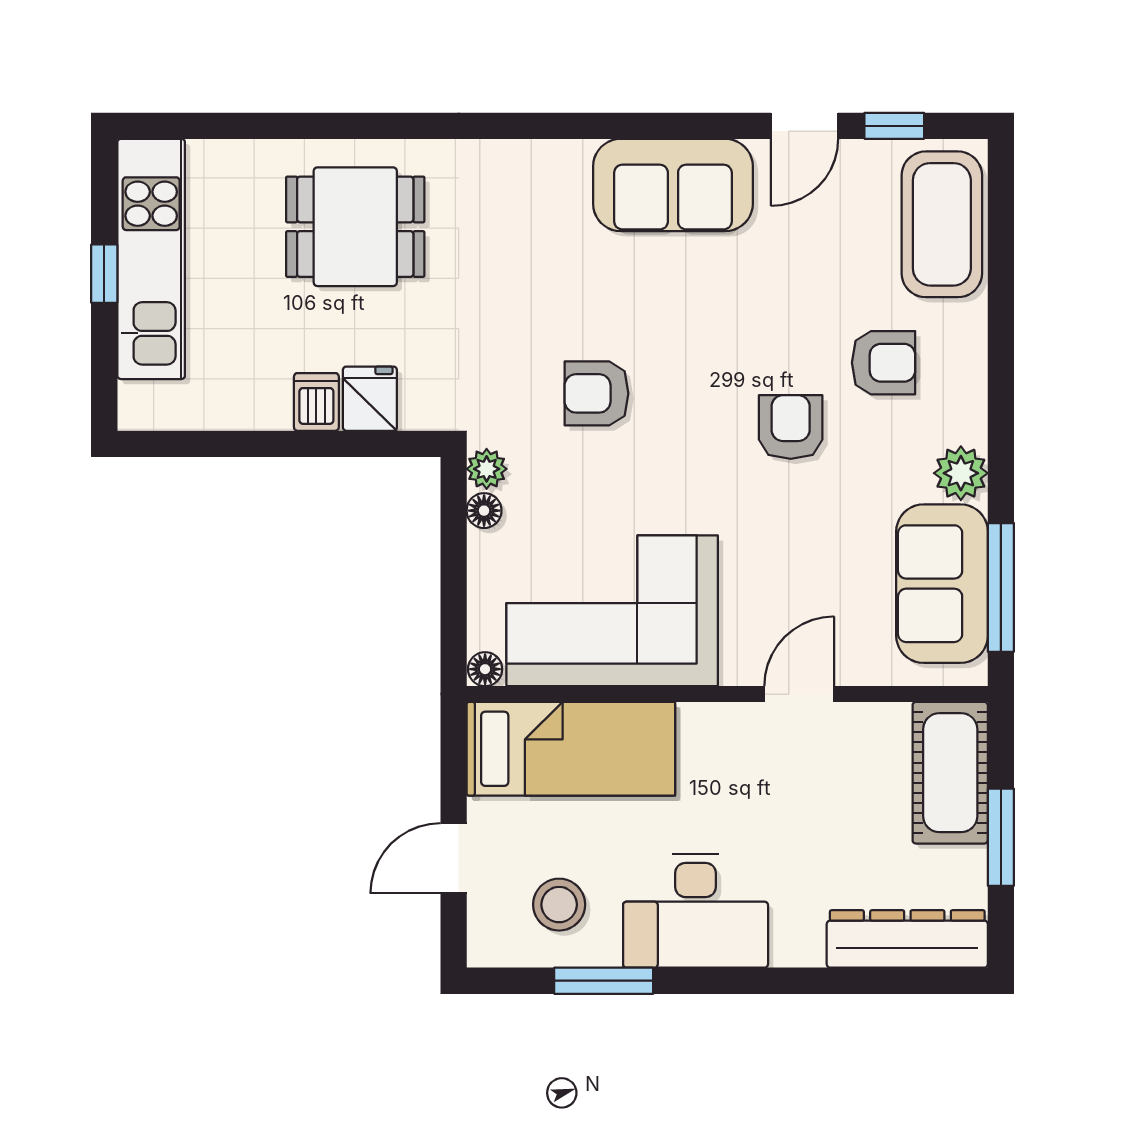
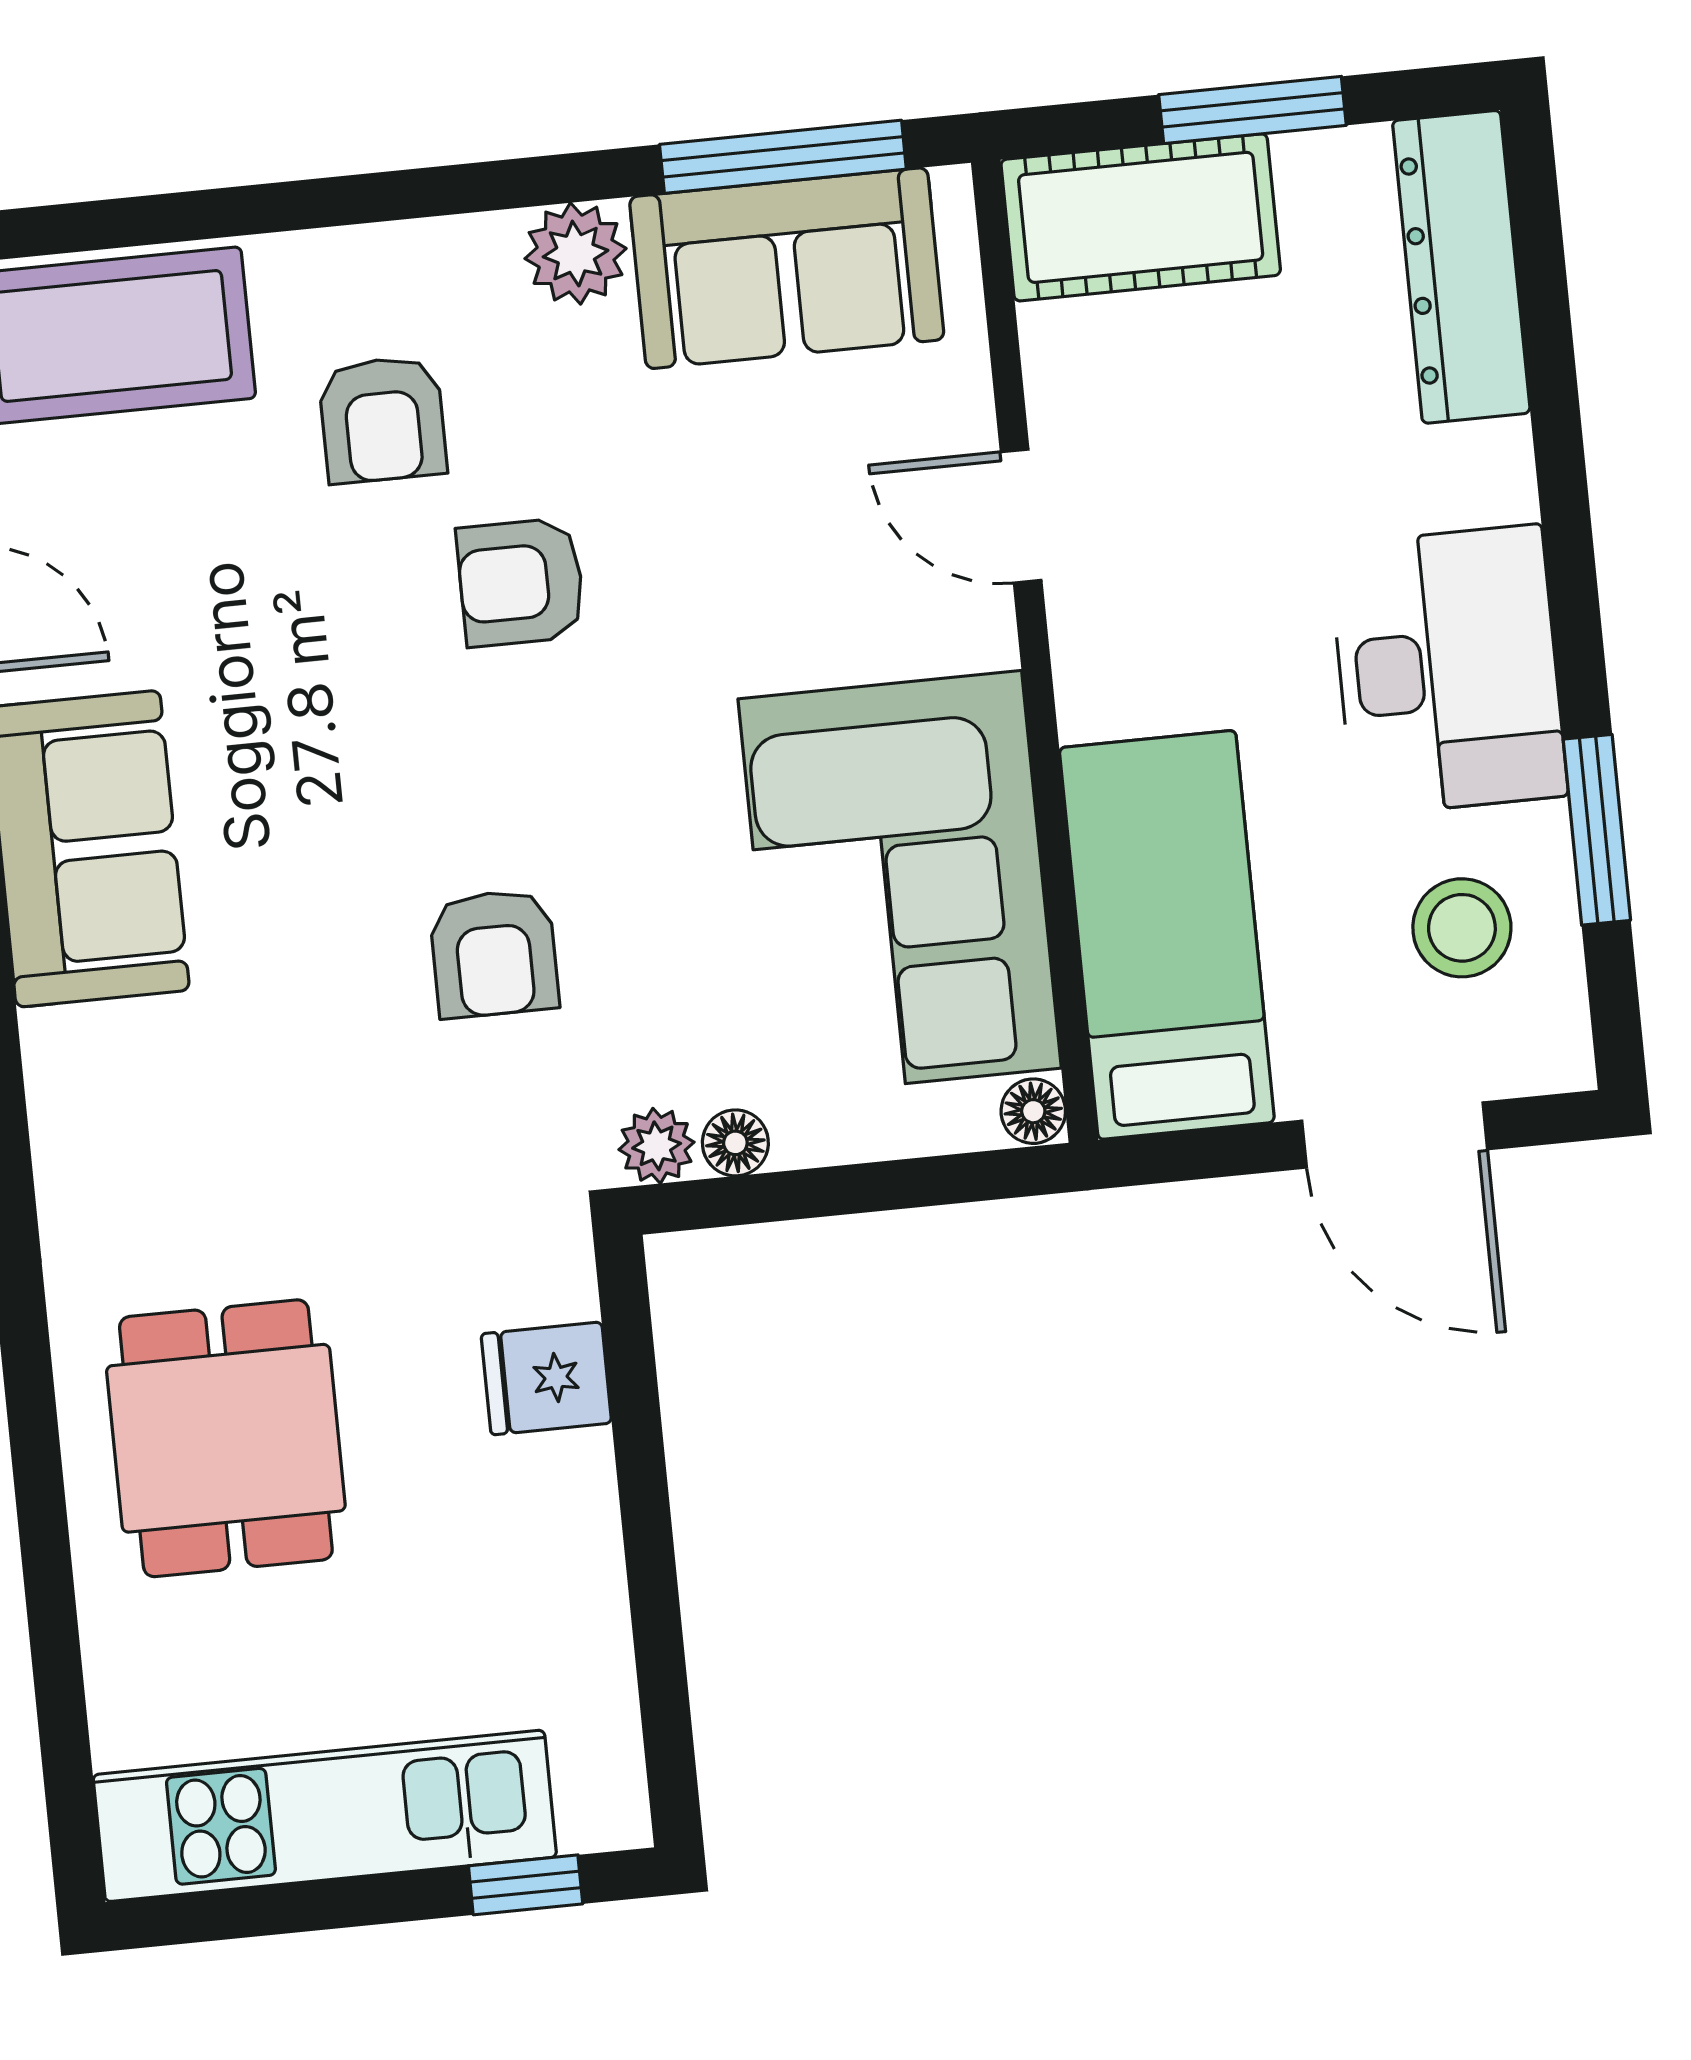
window: (104, 274) -> (526, 1885), moved
armchair: (884, 363) -> (383, 420), turned 180
dishwasher: (316, 402) -> (563, 1478), removed
door: (454, 858) -> (1395, 1135), width x1.38

